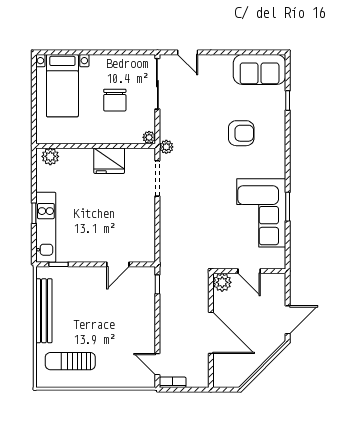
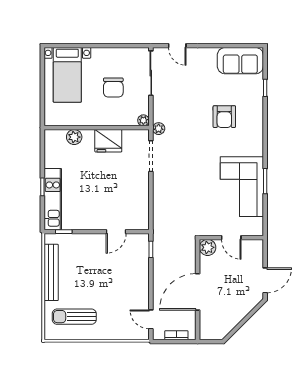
armchair: (241, 133) -> (224, 117), turned 90
plant: (50, 156) -> (74, 137), moved
door: (211, 333) -> (198, 292), swing flipped
bookcase: (173, 382) -> (176, 335), moved

